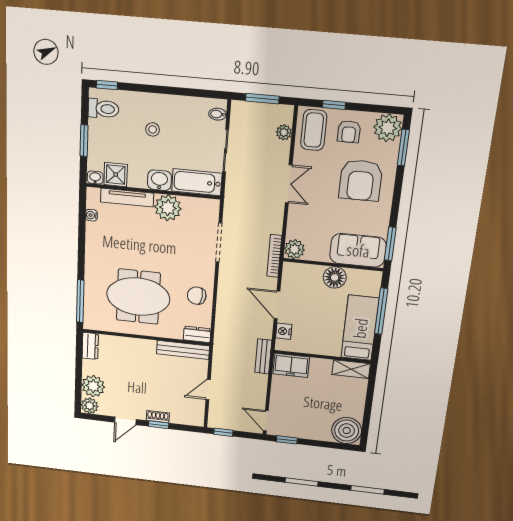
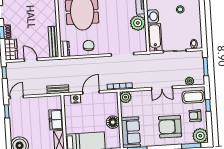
freezer: (291, 365) -> (56, 120), moved
wardrobe: (187, 416) -> (11, 50), added

